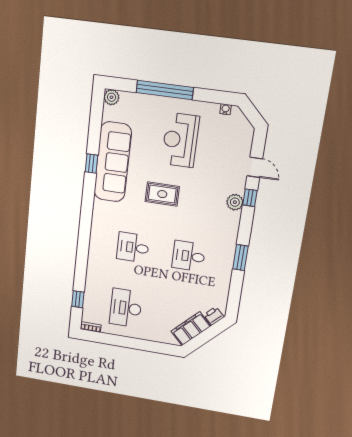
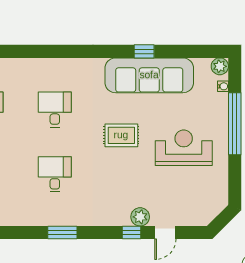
water cooler: (226, 109) -> (223, 86), moved
rug: (162, 194) -> (121, 135), turned 90
plant: (235, 202) -> (140, 217), moved

